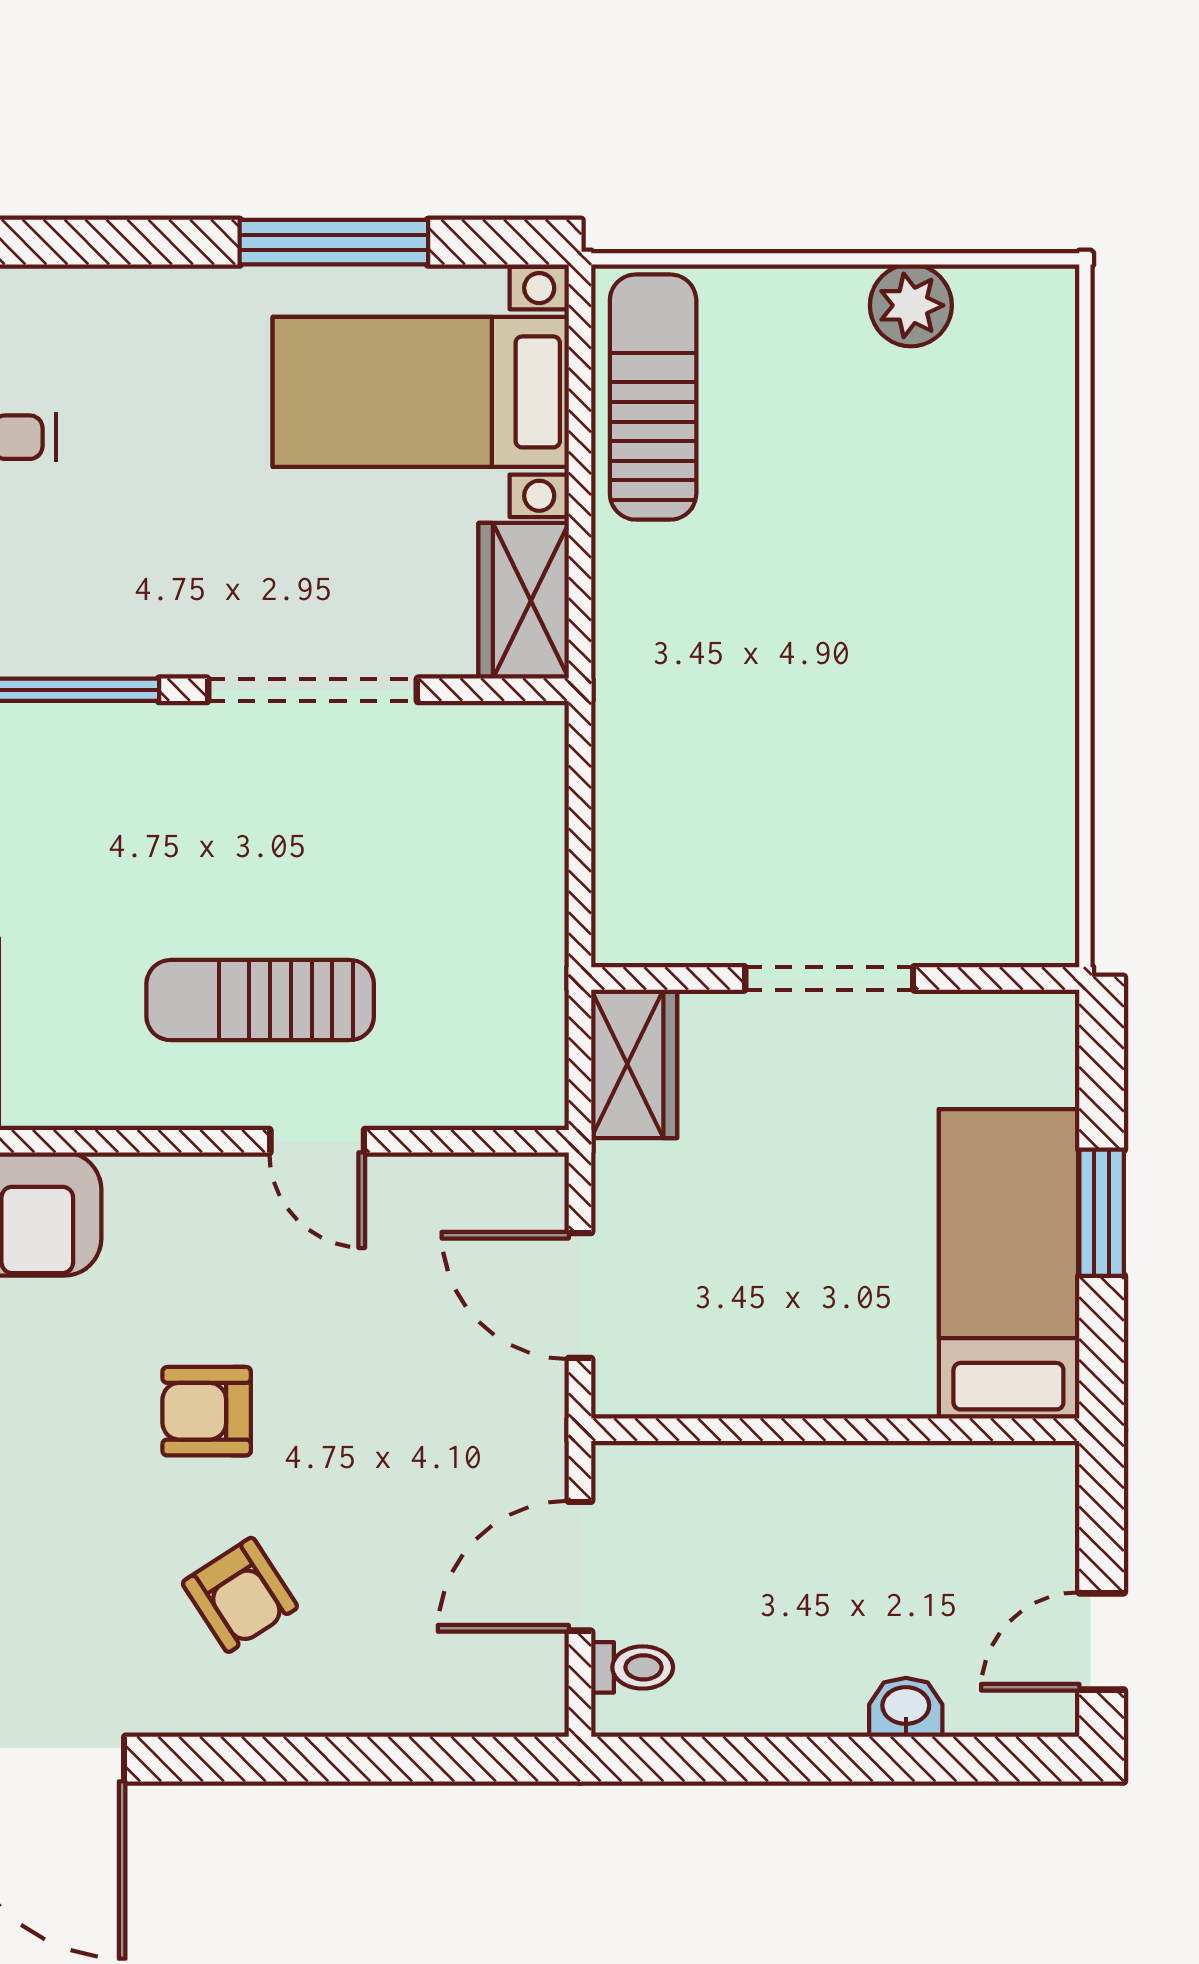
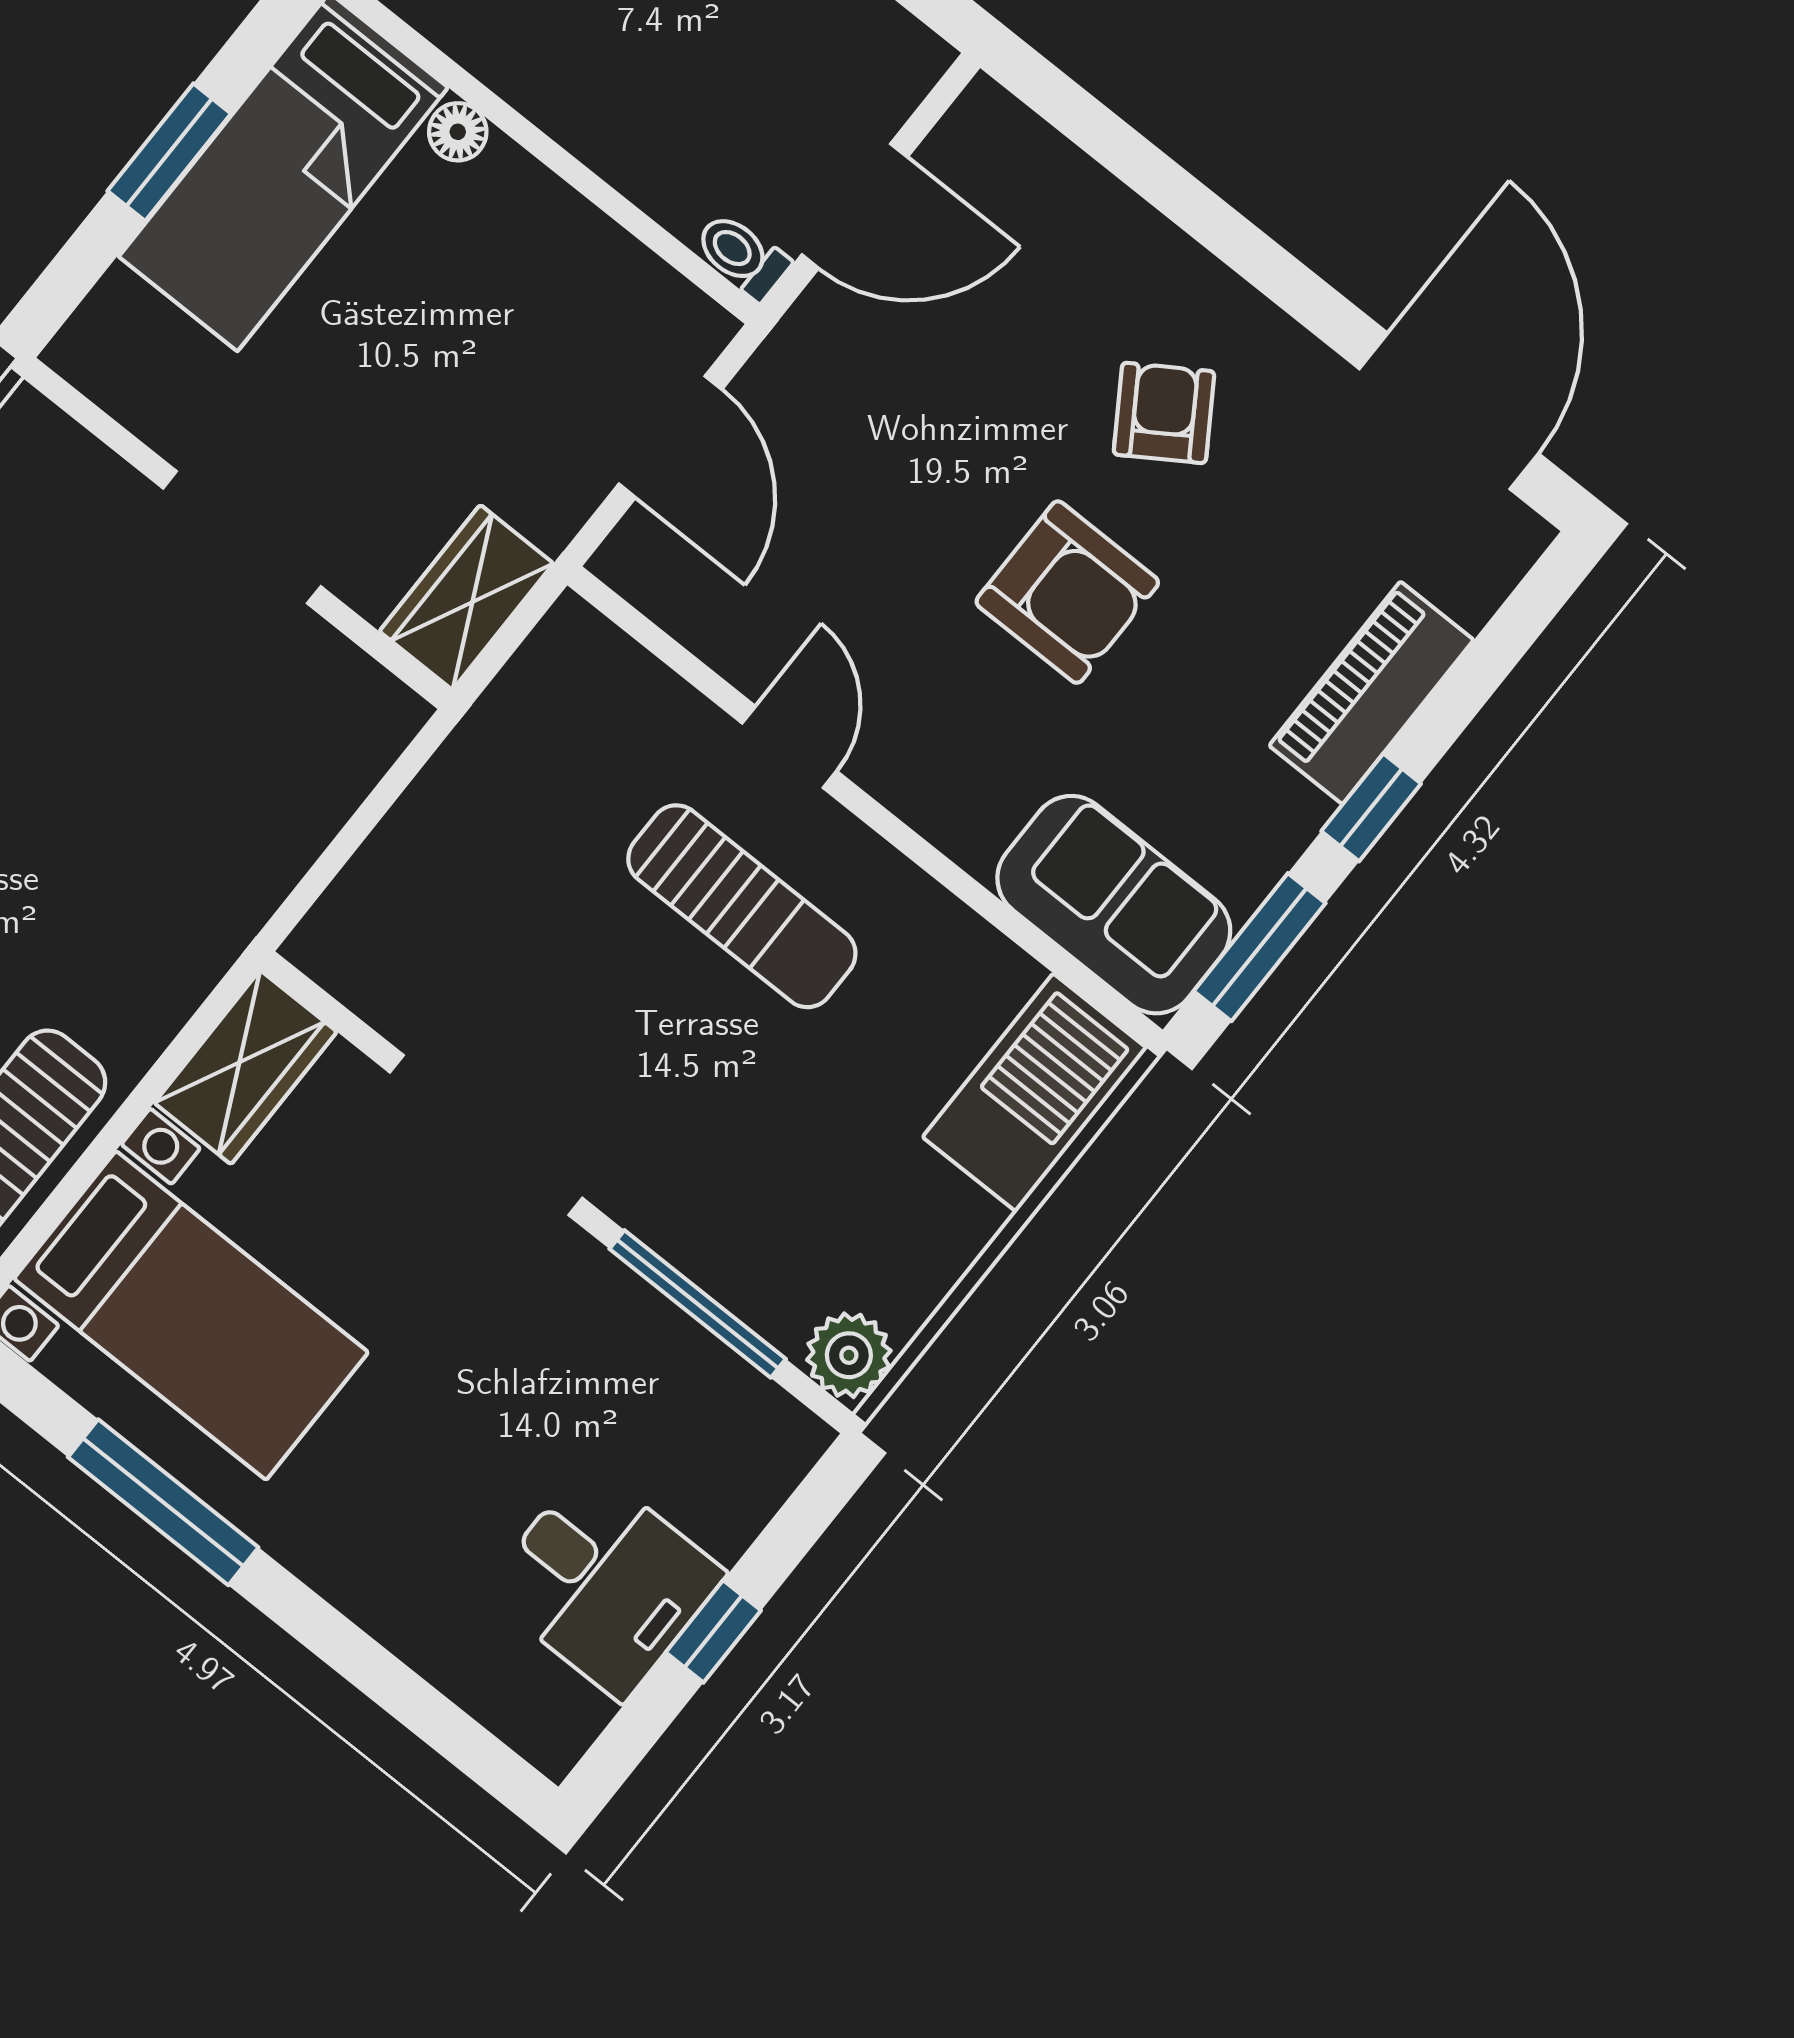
floor lamp: (907, 1392) -> (458, 132), added
armchair: (207, 1411) -> (1067, 592), width x1.38, depth x1.38
toilet: (632, 1667) -> (742, 256), moved

